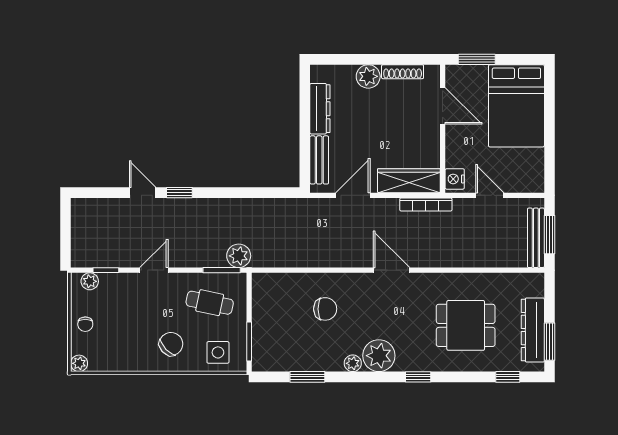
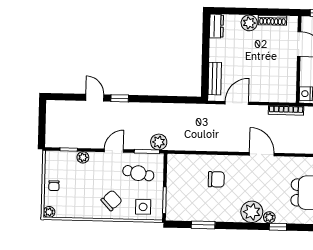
dresser: (320, 109) -> (216, 26), moved, width x0.70
wardrobe: (409, 181) -> (275, 94), removed
door: (154, 270) -> (114, 151), moved
plant: (90, 281) -> (83, 157), moved
plant: (353, 363) -> (269, 217), moved

